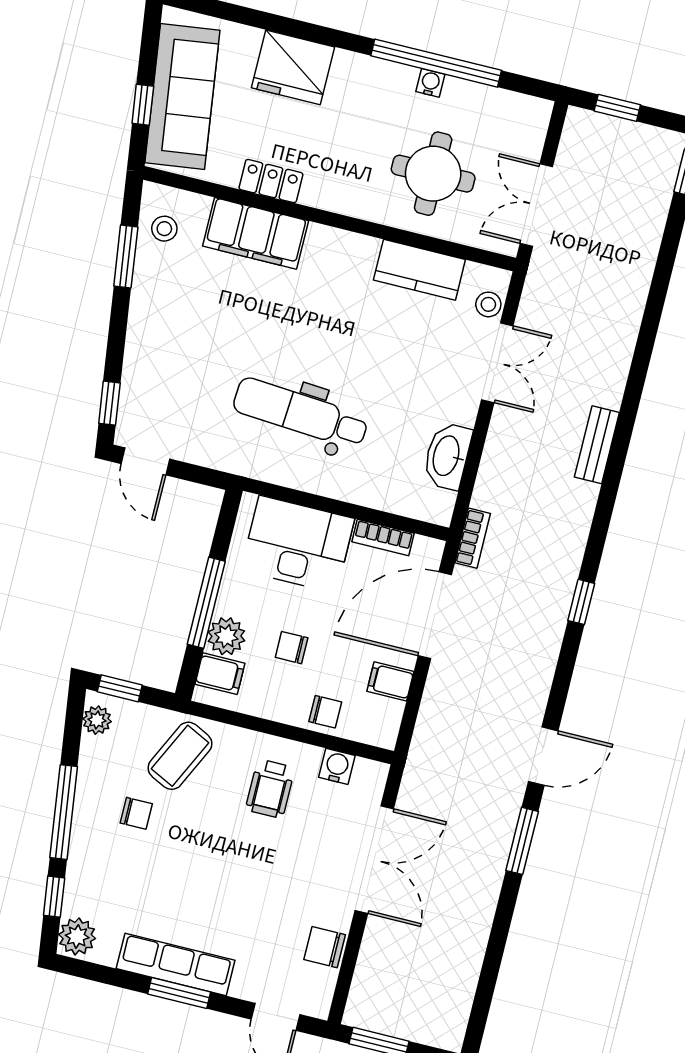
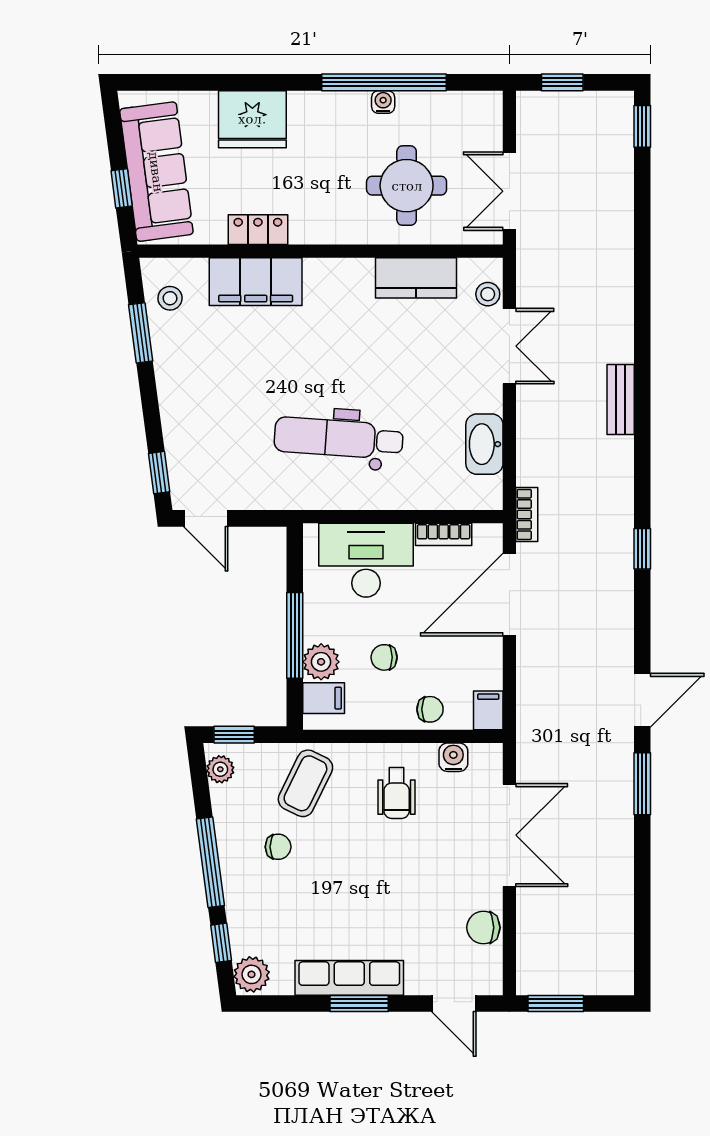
filing cabinet: (390, 681) -> (488, 710), moved, turned 90

